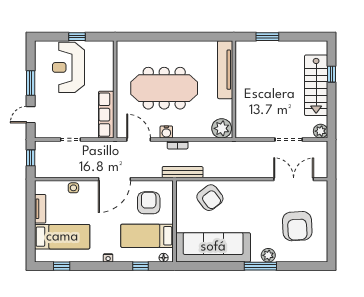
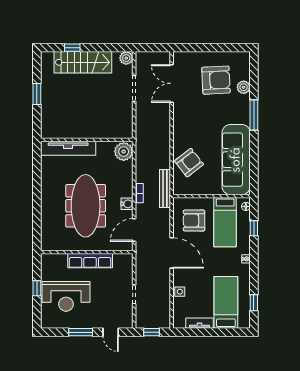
window: (267, 37) -> (37, 94), moved
row of seats: (106, 115) -> (90, 261), moved
plant: (268, 255) -> (244, 87), moved

